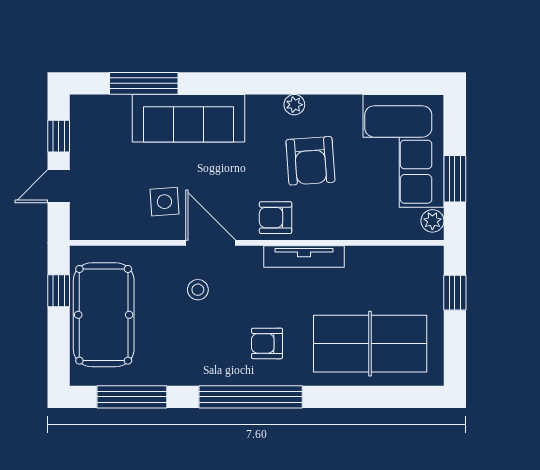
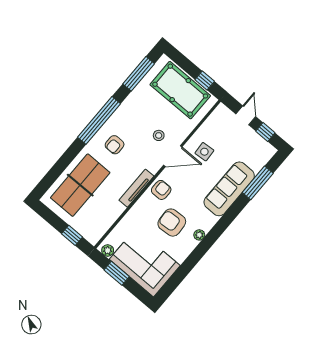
armchair: (267, 343) -> (115, 145), turned 180

